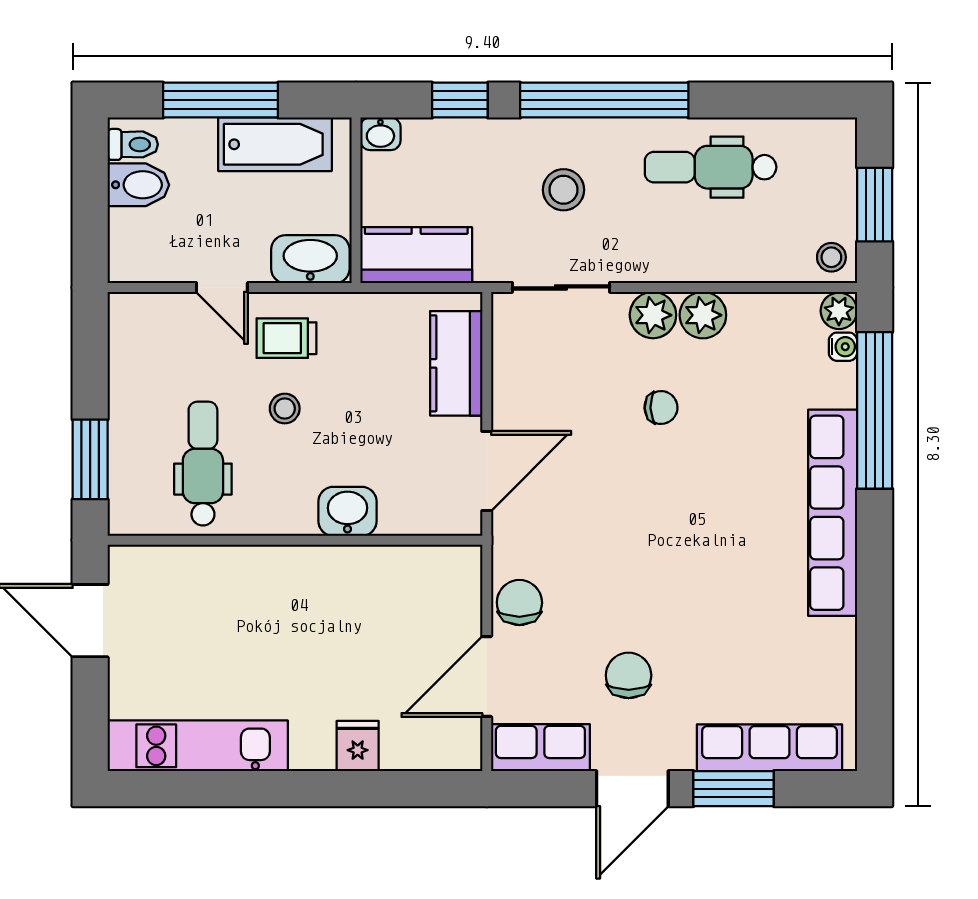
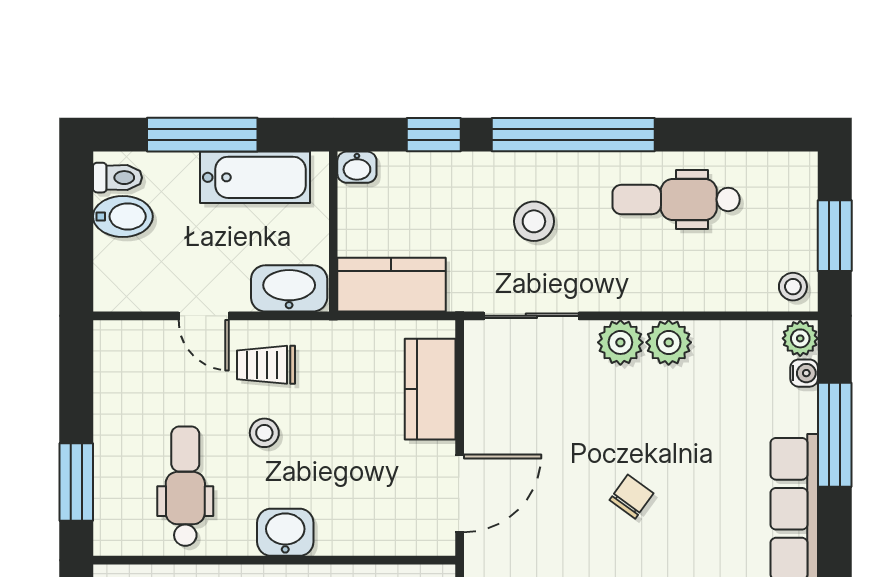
chair: (661, 408) -> (631, 497), moved, turned -52
window: (875, 410) -> (835, 435), width x0.68
washbasin: (347, 511) -> (285, 532), moved

